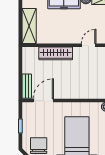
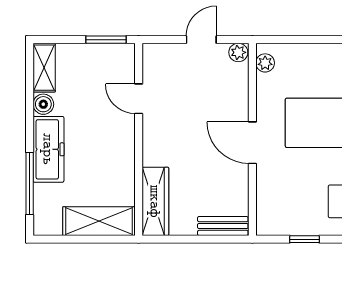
wardrobe: (56, 53) -> (155, 201), moved
door: (43, 101) -> (252, 143), moved

